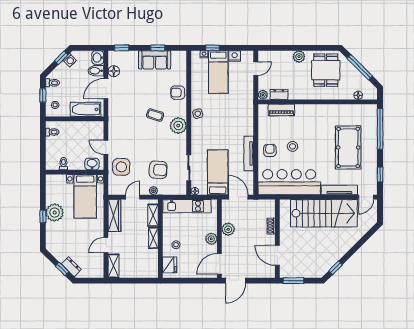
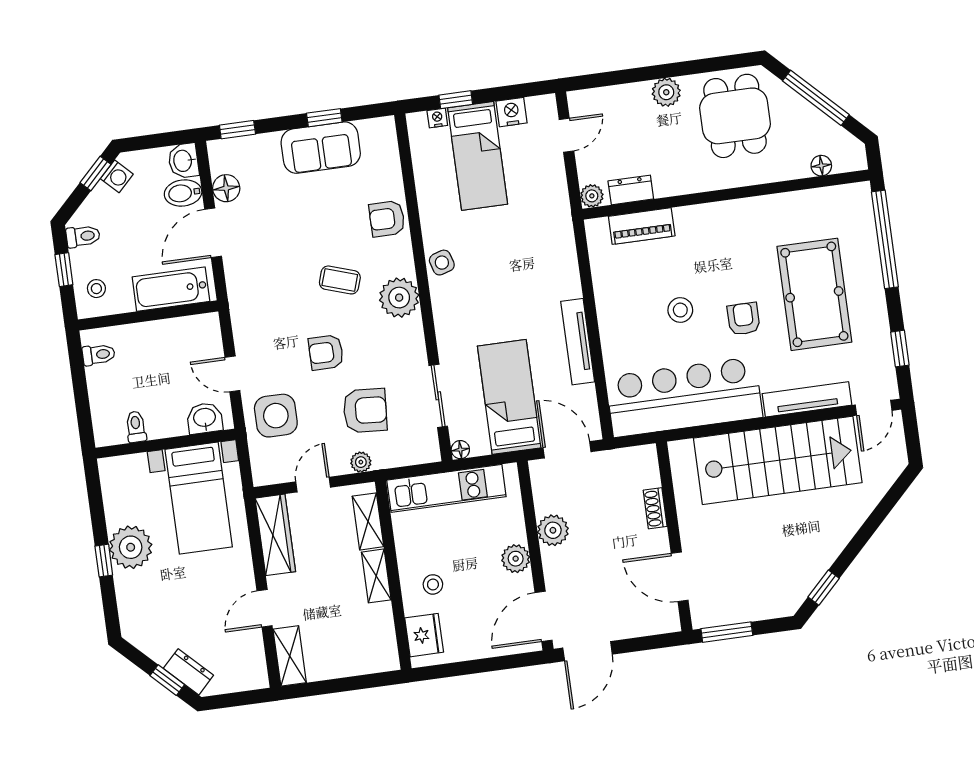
armchair: (145, 144) -> (326, 352), added
armchair: (270, 150) -> (744, 319), moved

